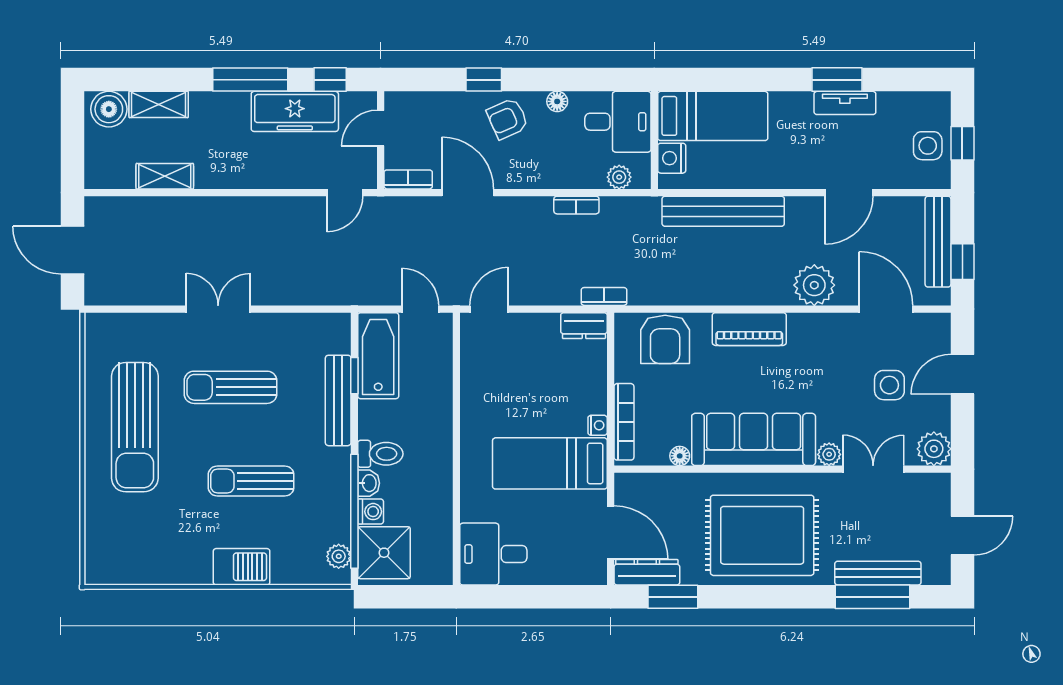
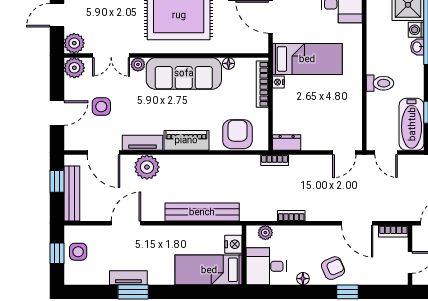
tv unit: (822, 325) -> (143, 143), added
toilet: (380, 454) -> (380, 83), moved, turned 180
plant: (934, 489) -> (74, 43), added

